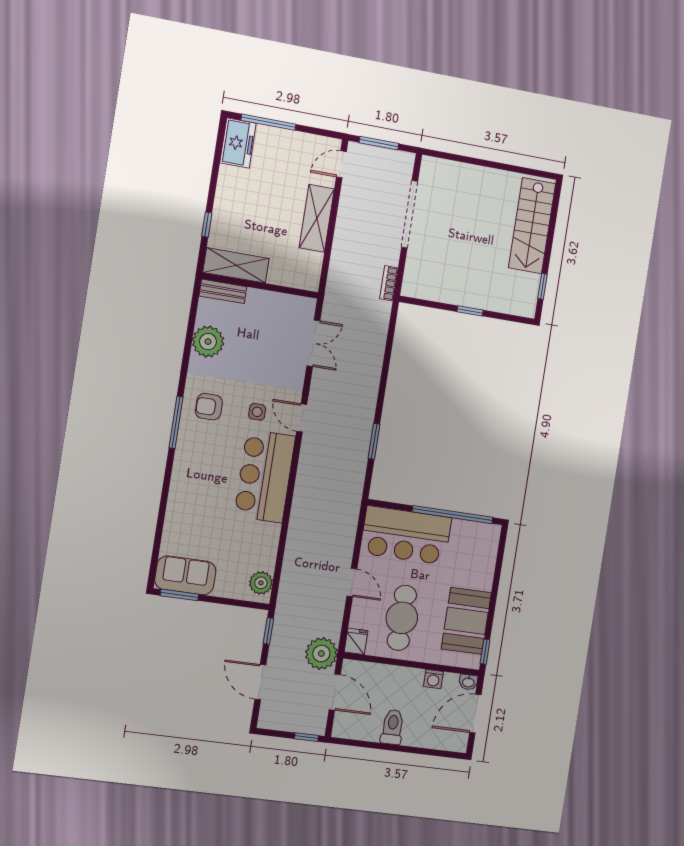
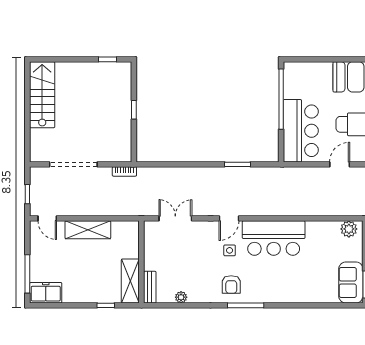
window: (379, 143) -> (27, 194), width x0.67
stairs: (532, 226) -> (42, 95), moved, turned -90
plant: (208, 342) -> (181, 297), width x0.53, depth x0.53

